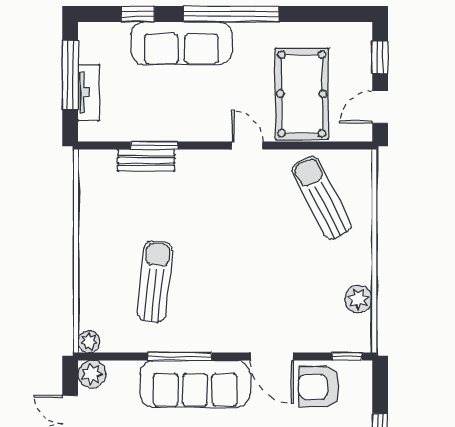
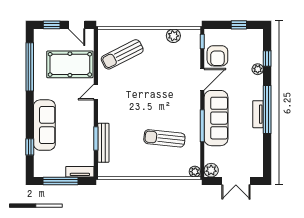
window: (231, 14) -> (30, 67), moved
tv unit: (89, 93) -> (80, 172), moved
bench: (146, 160) -> (103, 143), width x1.36

